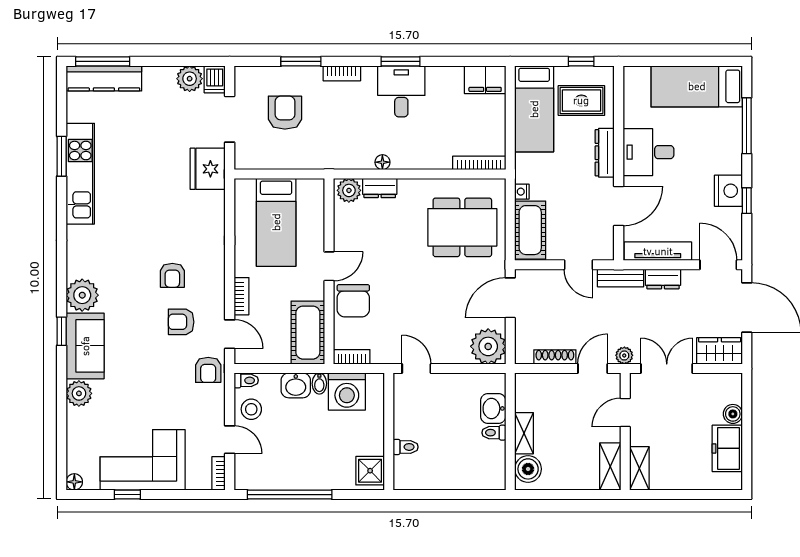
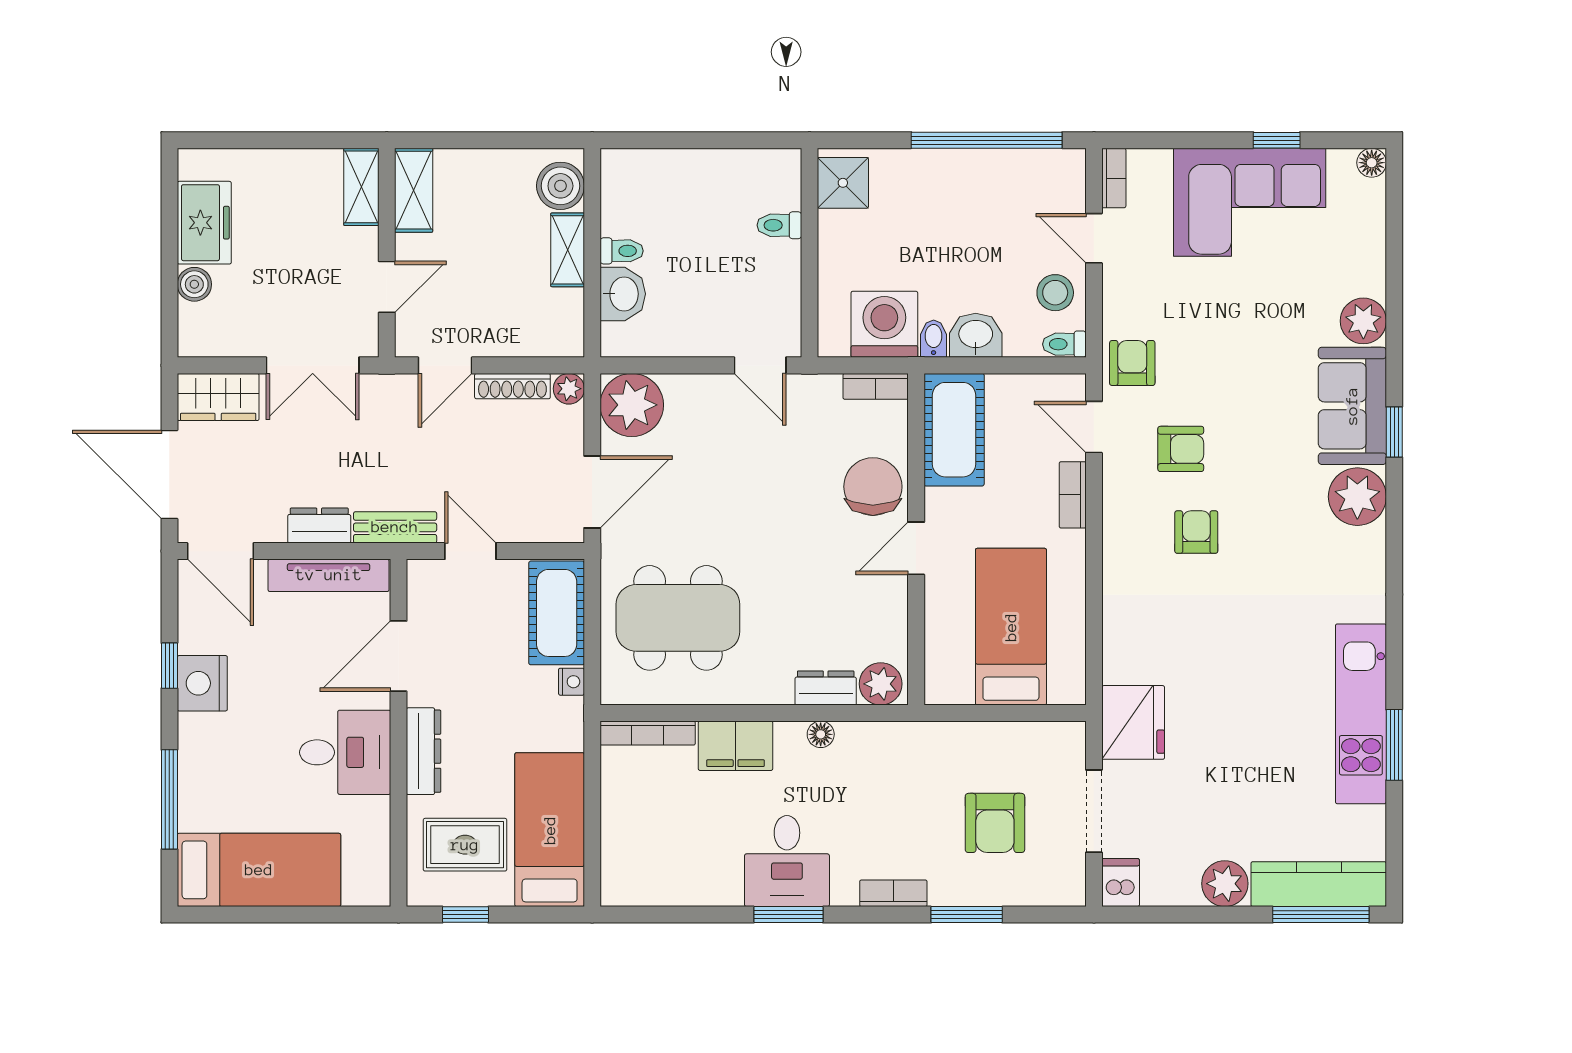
plant: (190, 79) -> (1225, 884), moved
filing cabinet: (485, 80) -> (736, 746), moved, turned 180
plant: (624, 355) -> (569, 389), moved

